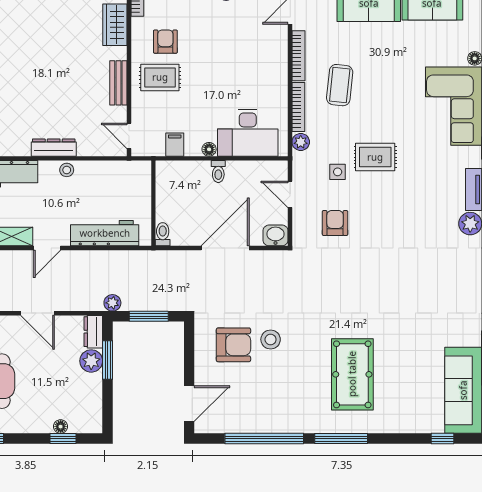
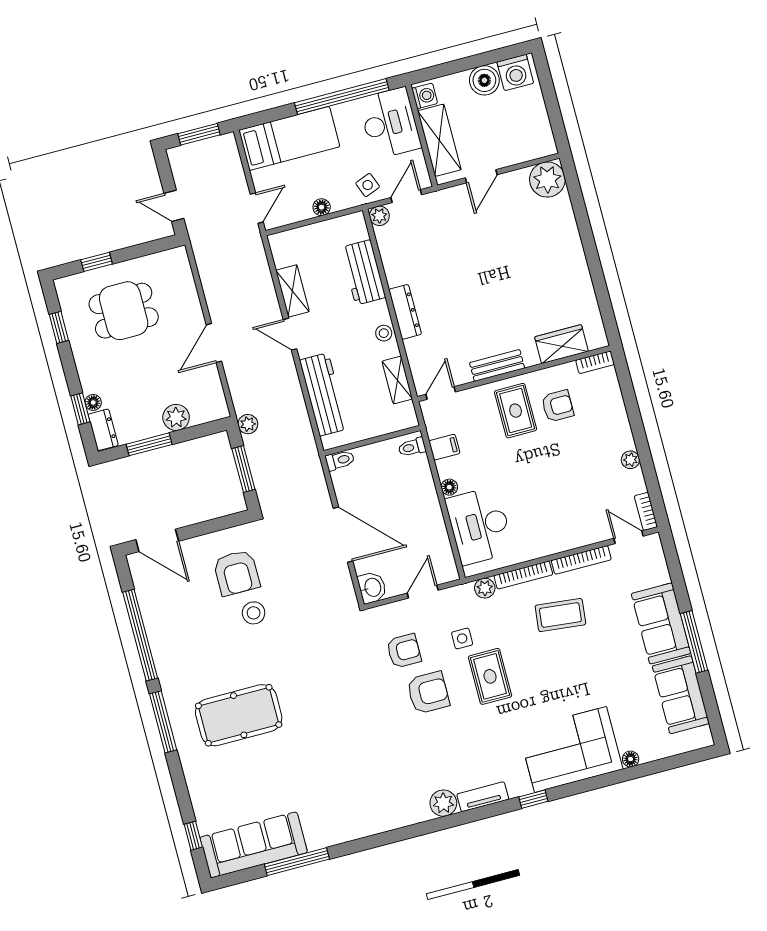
shelving: (109, 169) -> (397, 380), added
toilet: (218, 172) -> (412, 447), moved
armchair: (375, 212) -> (428, 693), added
dresser: (93, 332) -> (103, 430), moved, turned 90
window: (108, 360) -> (149, 444), moved

